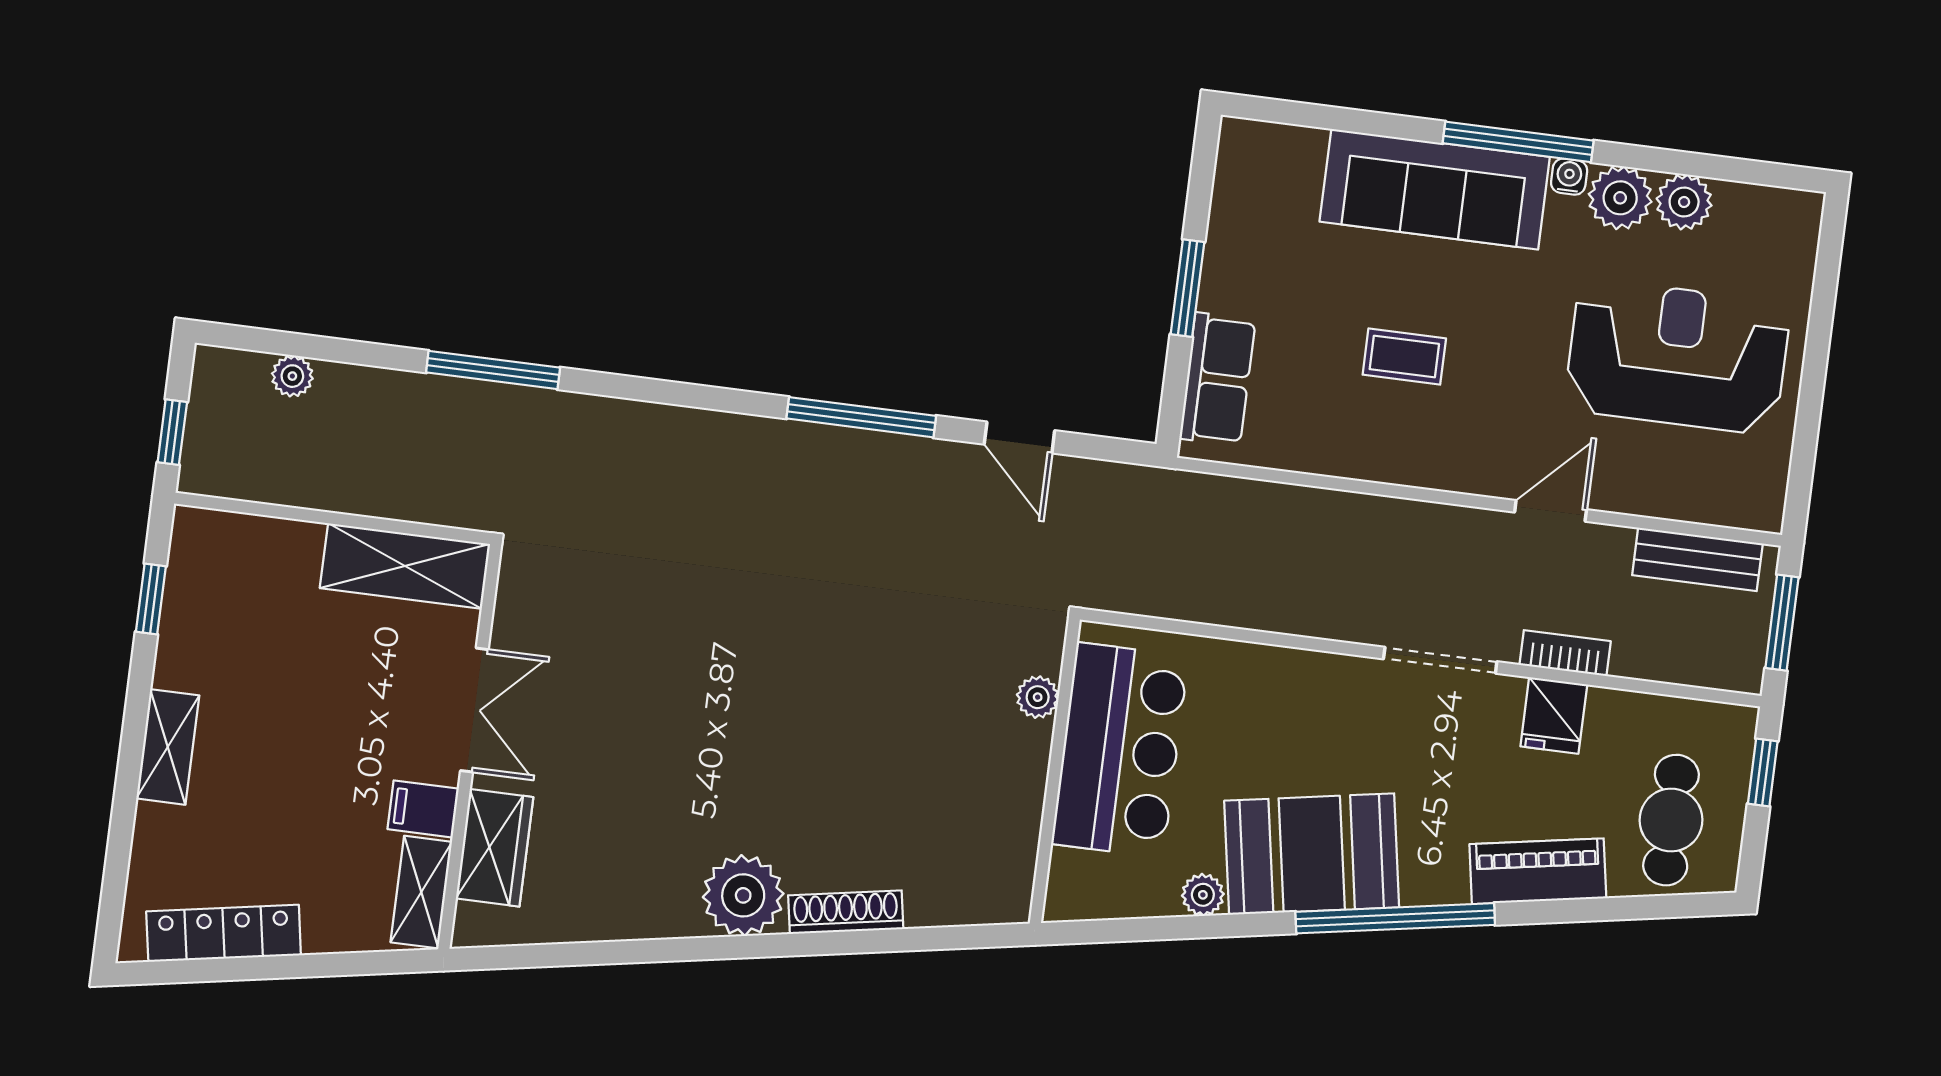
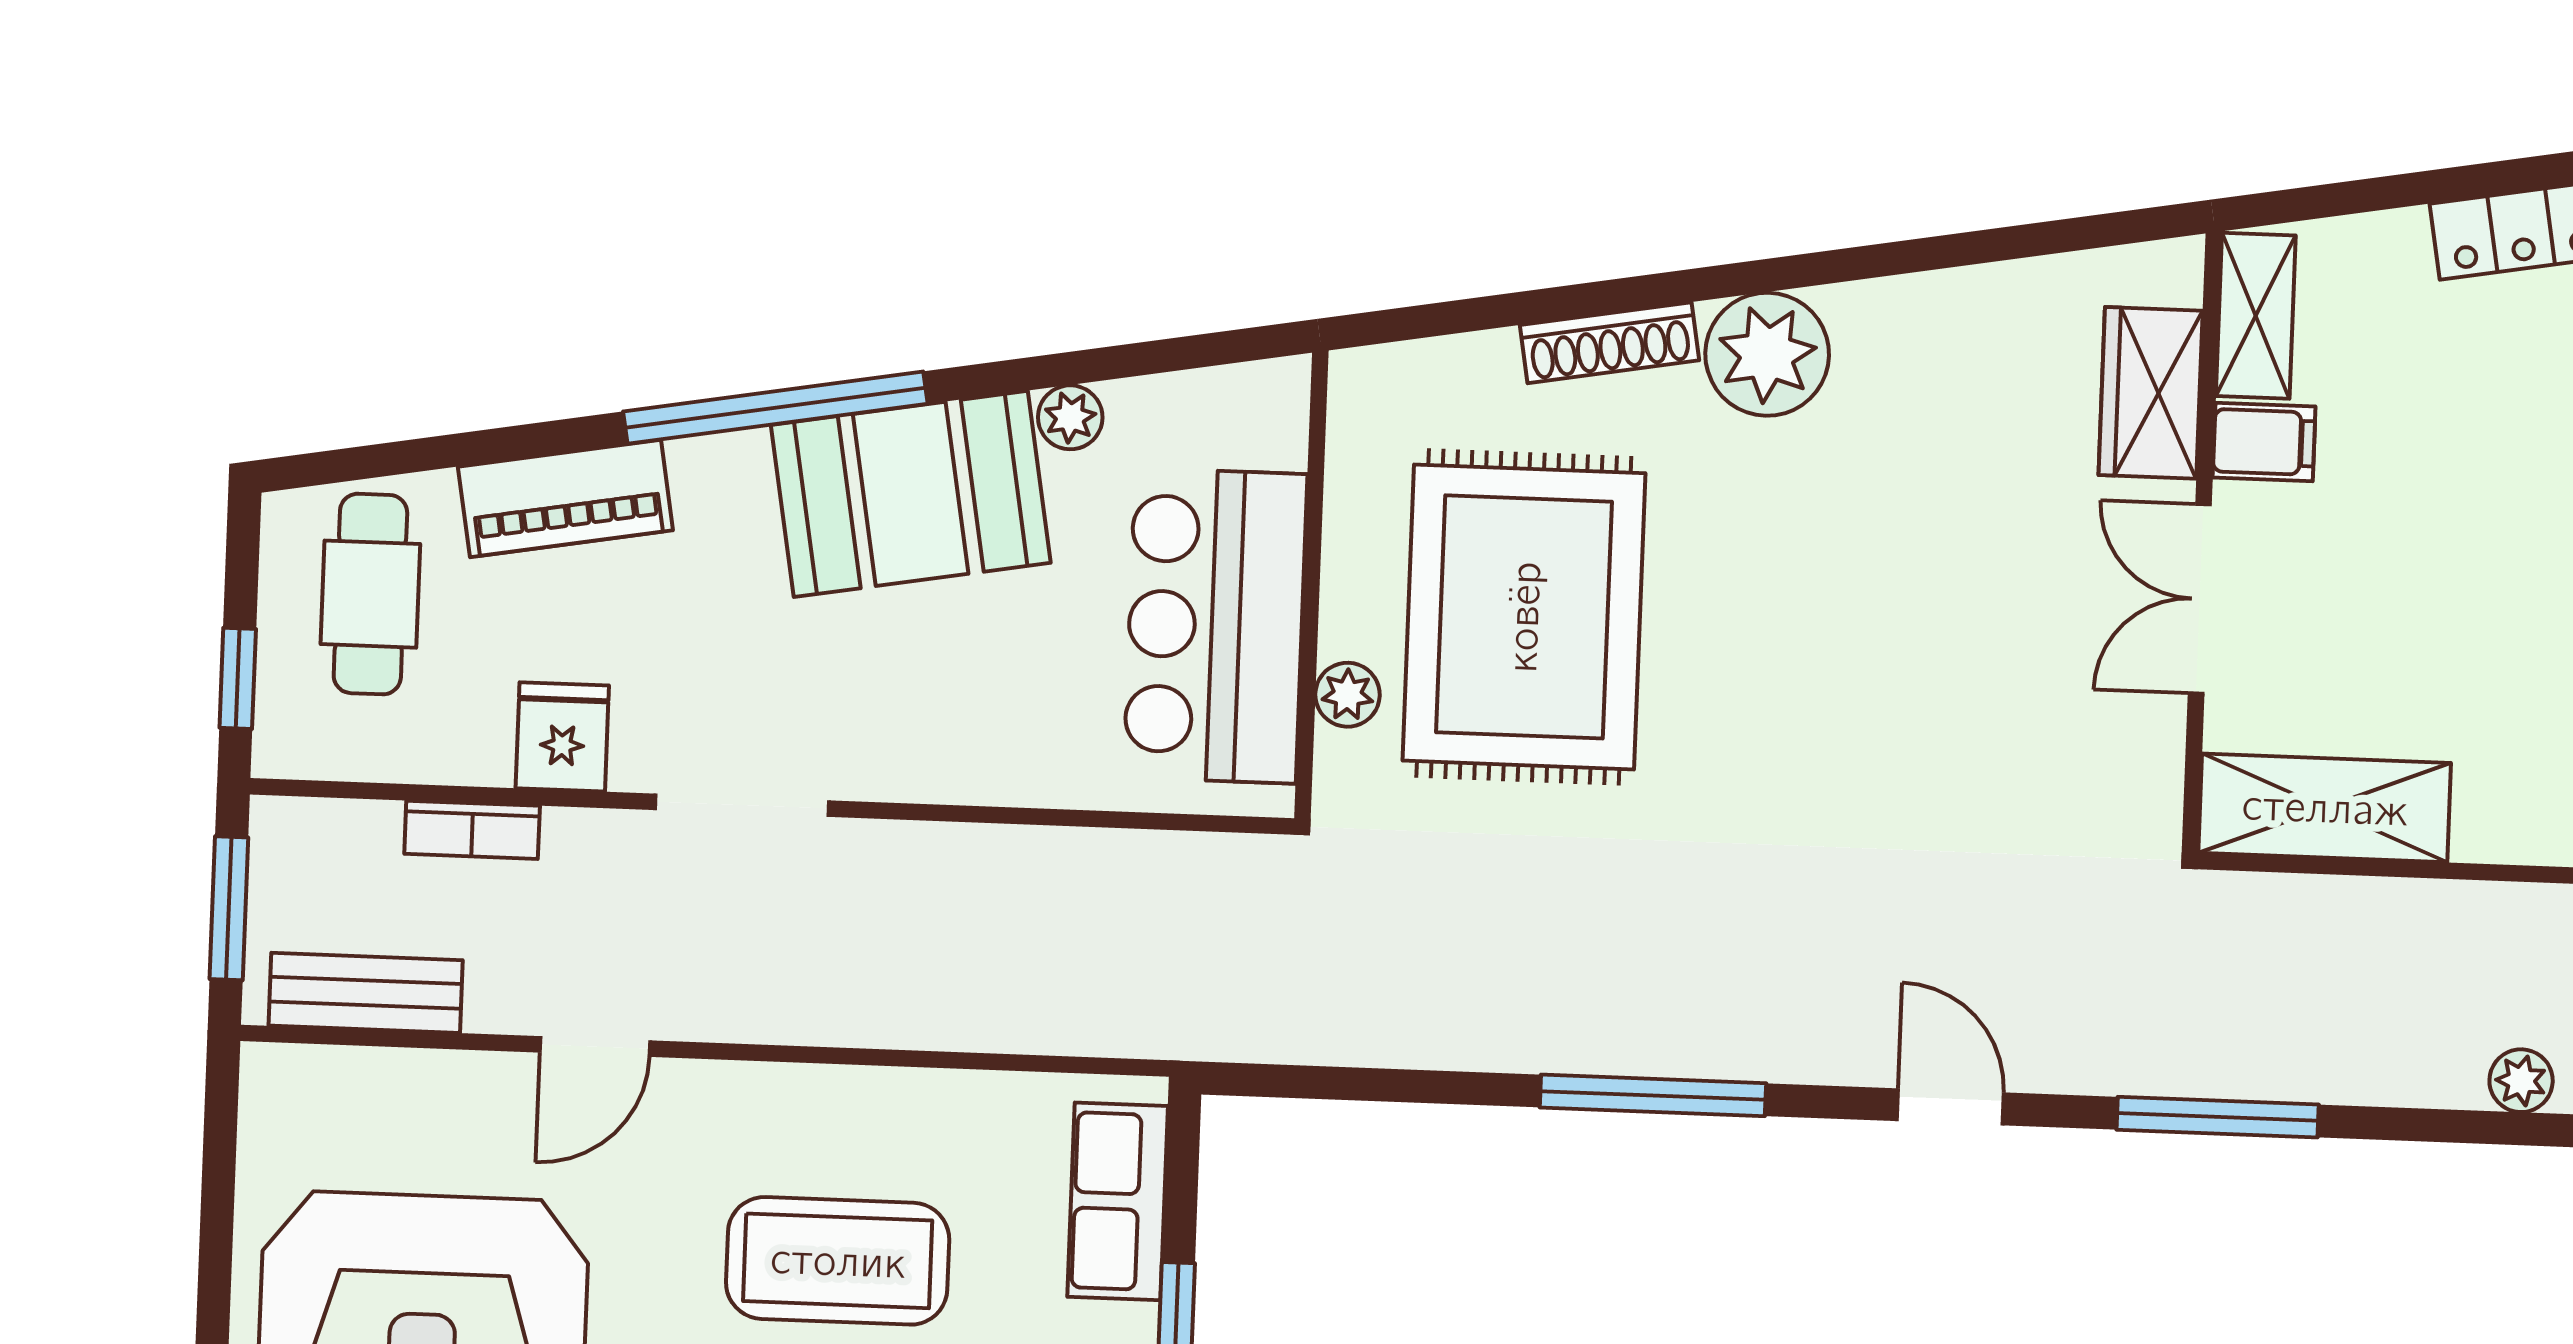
coffee table: (1404, 357) -> (838, 1261), width x1.86, depth x1.72
door: (1019, 437) -> (1950, 1107), moved
bookcase: (1565, 653) -> (472, 830), moved
rug: (918, 738) -> (1524, 617), added

